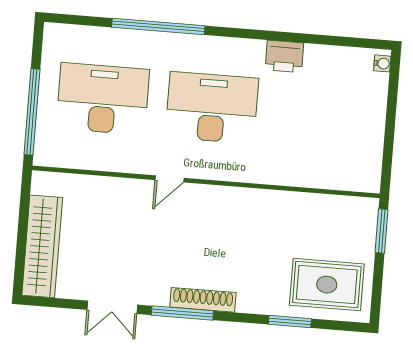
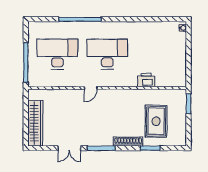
printer: (284, 56) -> (146, 80), moved, turned 180
rug: (327, 285) -> (156, 121), moved, turned 90
shoe rack: (203, 300) -> (128, 142), moved

